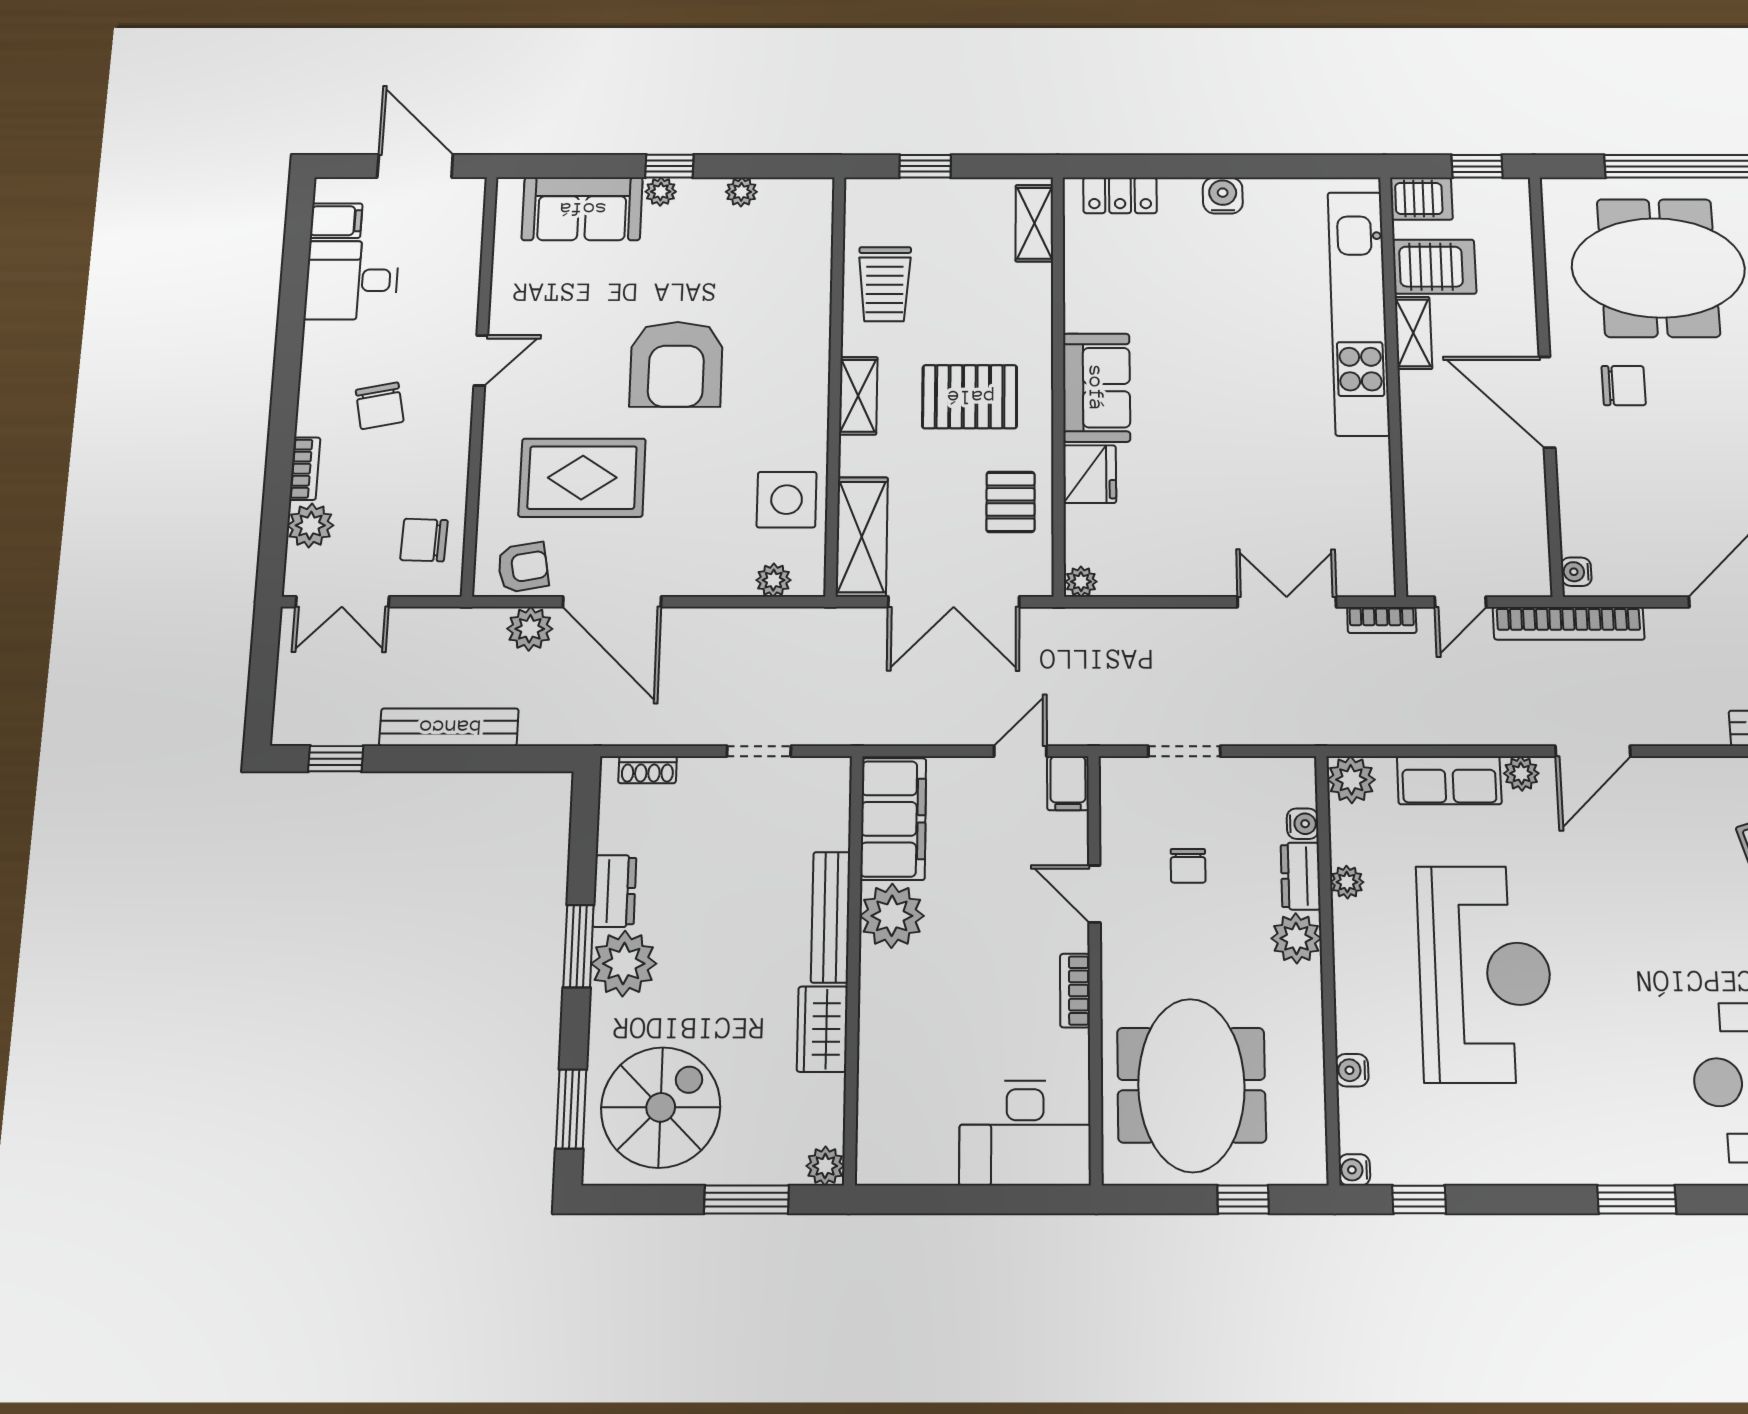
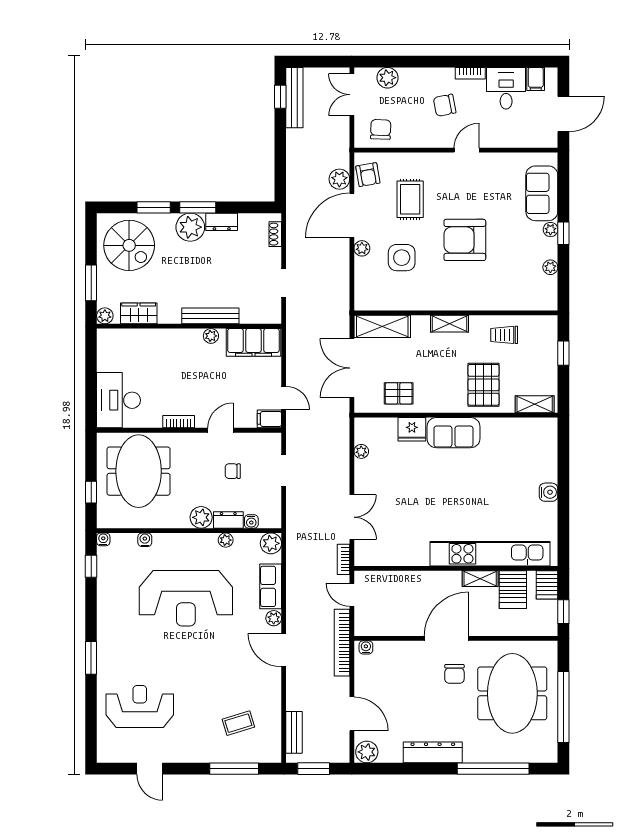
locker: (1120, 195) -> (549, 444), removed
trolley: (885, 284) -> (504, 335), width x0.73, depth x0.72
door: (481, 360) -> (467, 150), swing flipped
pallet: (970, 397) -> (484, 385), moved
bookcase: (305, 469) -> (470, 73), moved
rug: (582, 478) -> (410, 199), width x0.73, depth x0.70
side table: (787, 500) -> (402, 258), moved
plant: (773, 580) -> (362, 248), moved
plant: (1081, 582) -> (361, 451), moved
bench: (449, 727) -> (294, 98), moved
plant: (892, 916) -> (211, 336), width x0.53, depth x0.53
wardrobe: (822, 1029) -> (139, 313), moved
meeting table: (1191, 1085) -> (139, 471), turned 90
window: (571, 1109) -> (154, 207), moved

